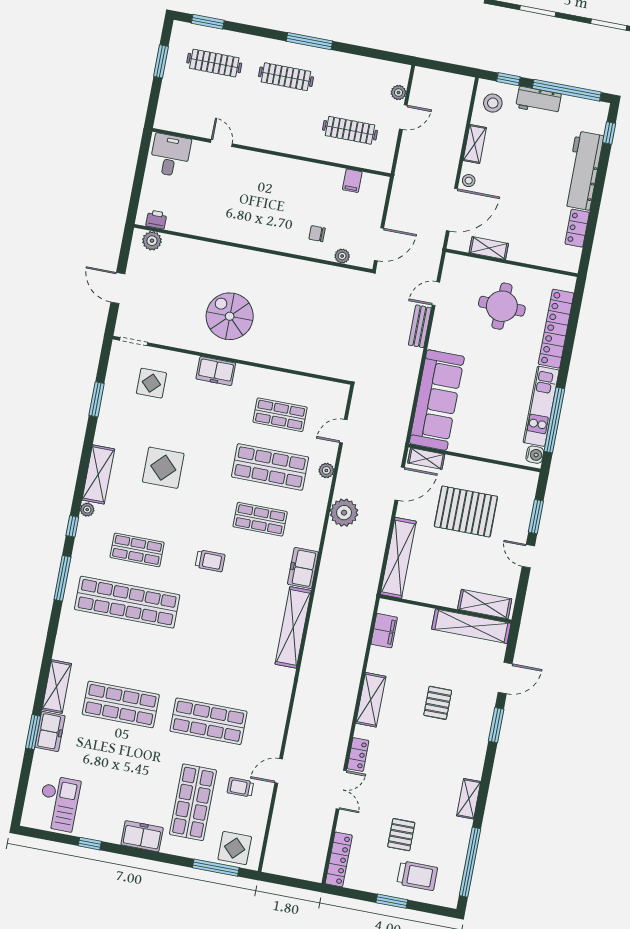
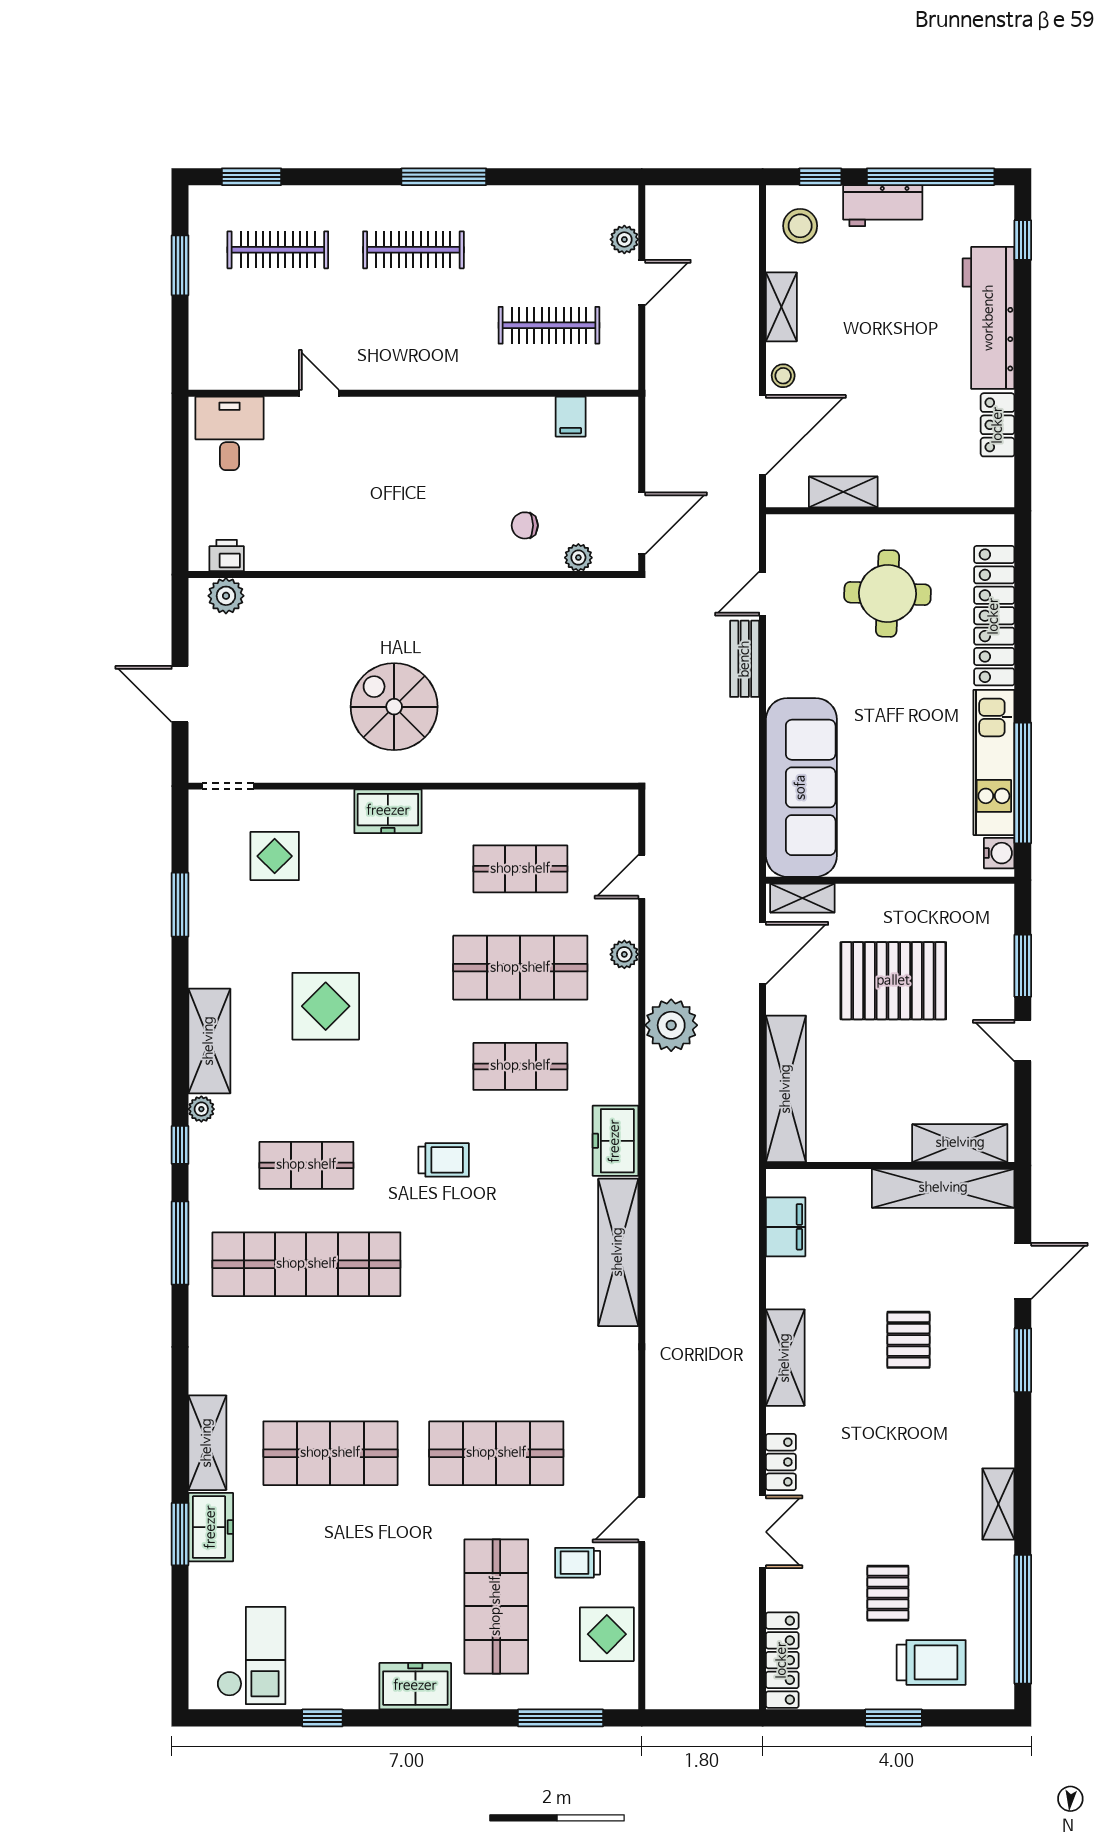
display table: (235, 848) -> (607, 1634), moved

